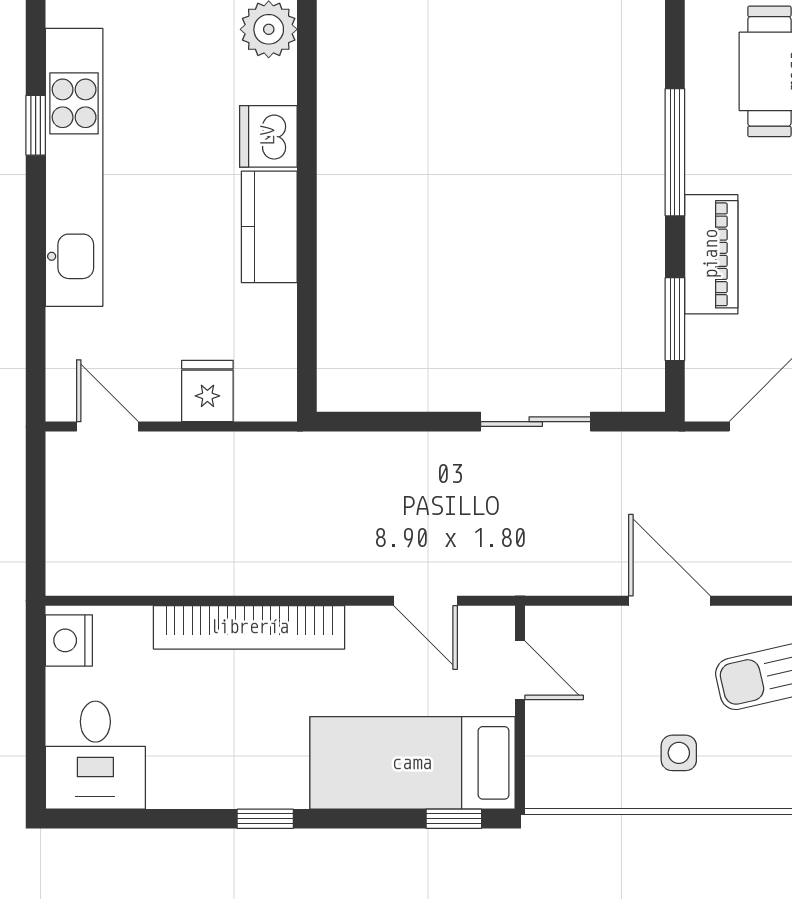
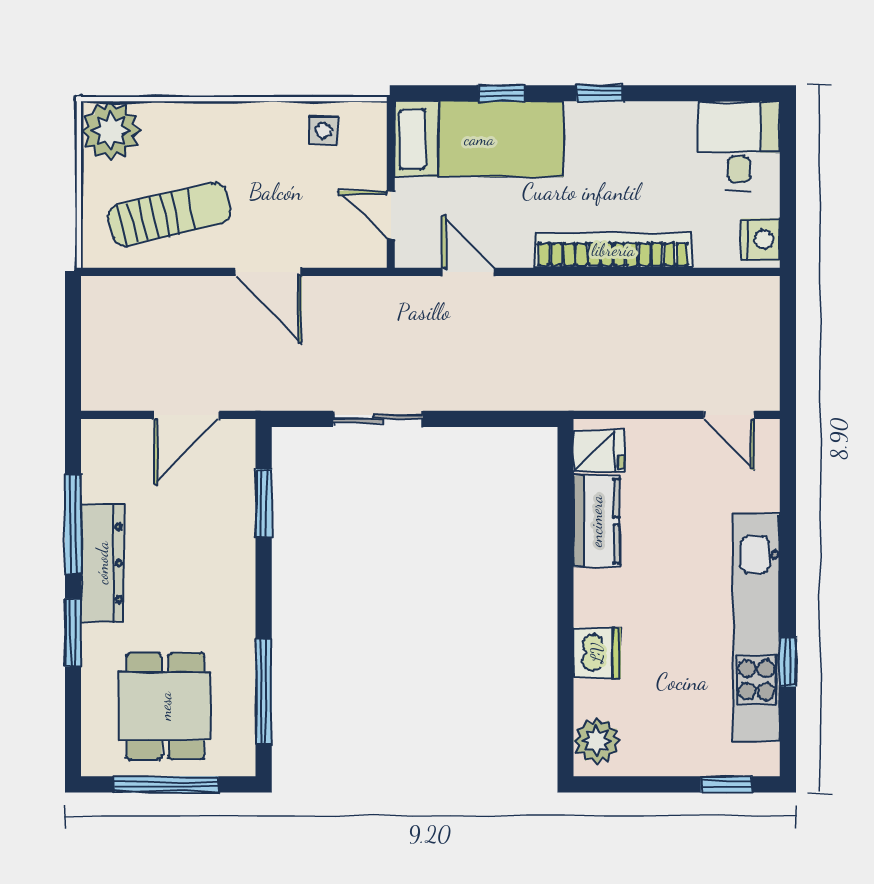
window: (675, 152) -> (264, 691), moved
kitchen counter: (269, 227) -> (596, 521), moved
piano: (711, 254) -> (234, 556), removed
fridge: (207, 391) -> (599, 451), moved, turned -90
side table: (679, 753) -> (324, 130), moved
window: (454, 819) -> (502, 93), moved

